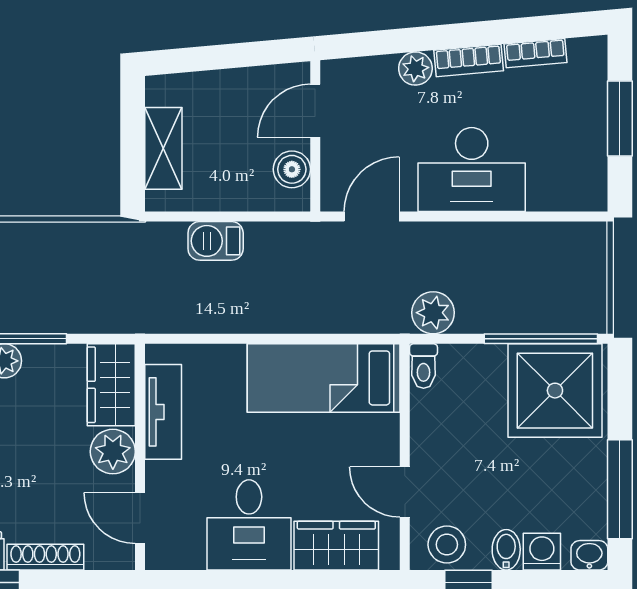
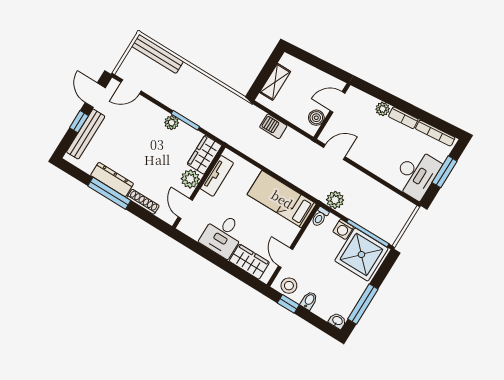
bookcase: (536, 53) -> (435, 133), width x1.56
desk: (472, 170) -> (416, 174), moved, turned -90
washing machine: (542, 552) -> (343, 229), moved, turned 180

